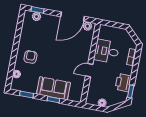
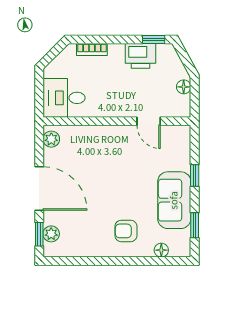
door: (72, 17) -> (39, 188), moved
desk: (107, 51) -> (64, 98), moved, turned 90
door: (89, 70) -> (149, 121), moved
sofa: (53, 88) -> (174, 200), moved

